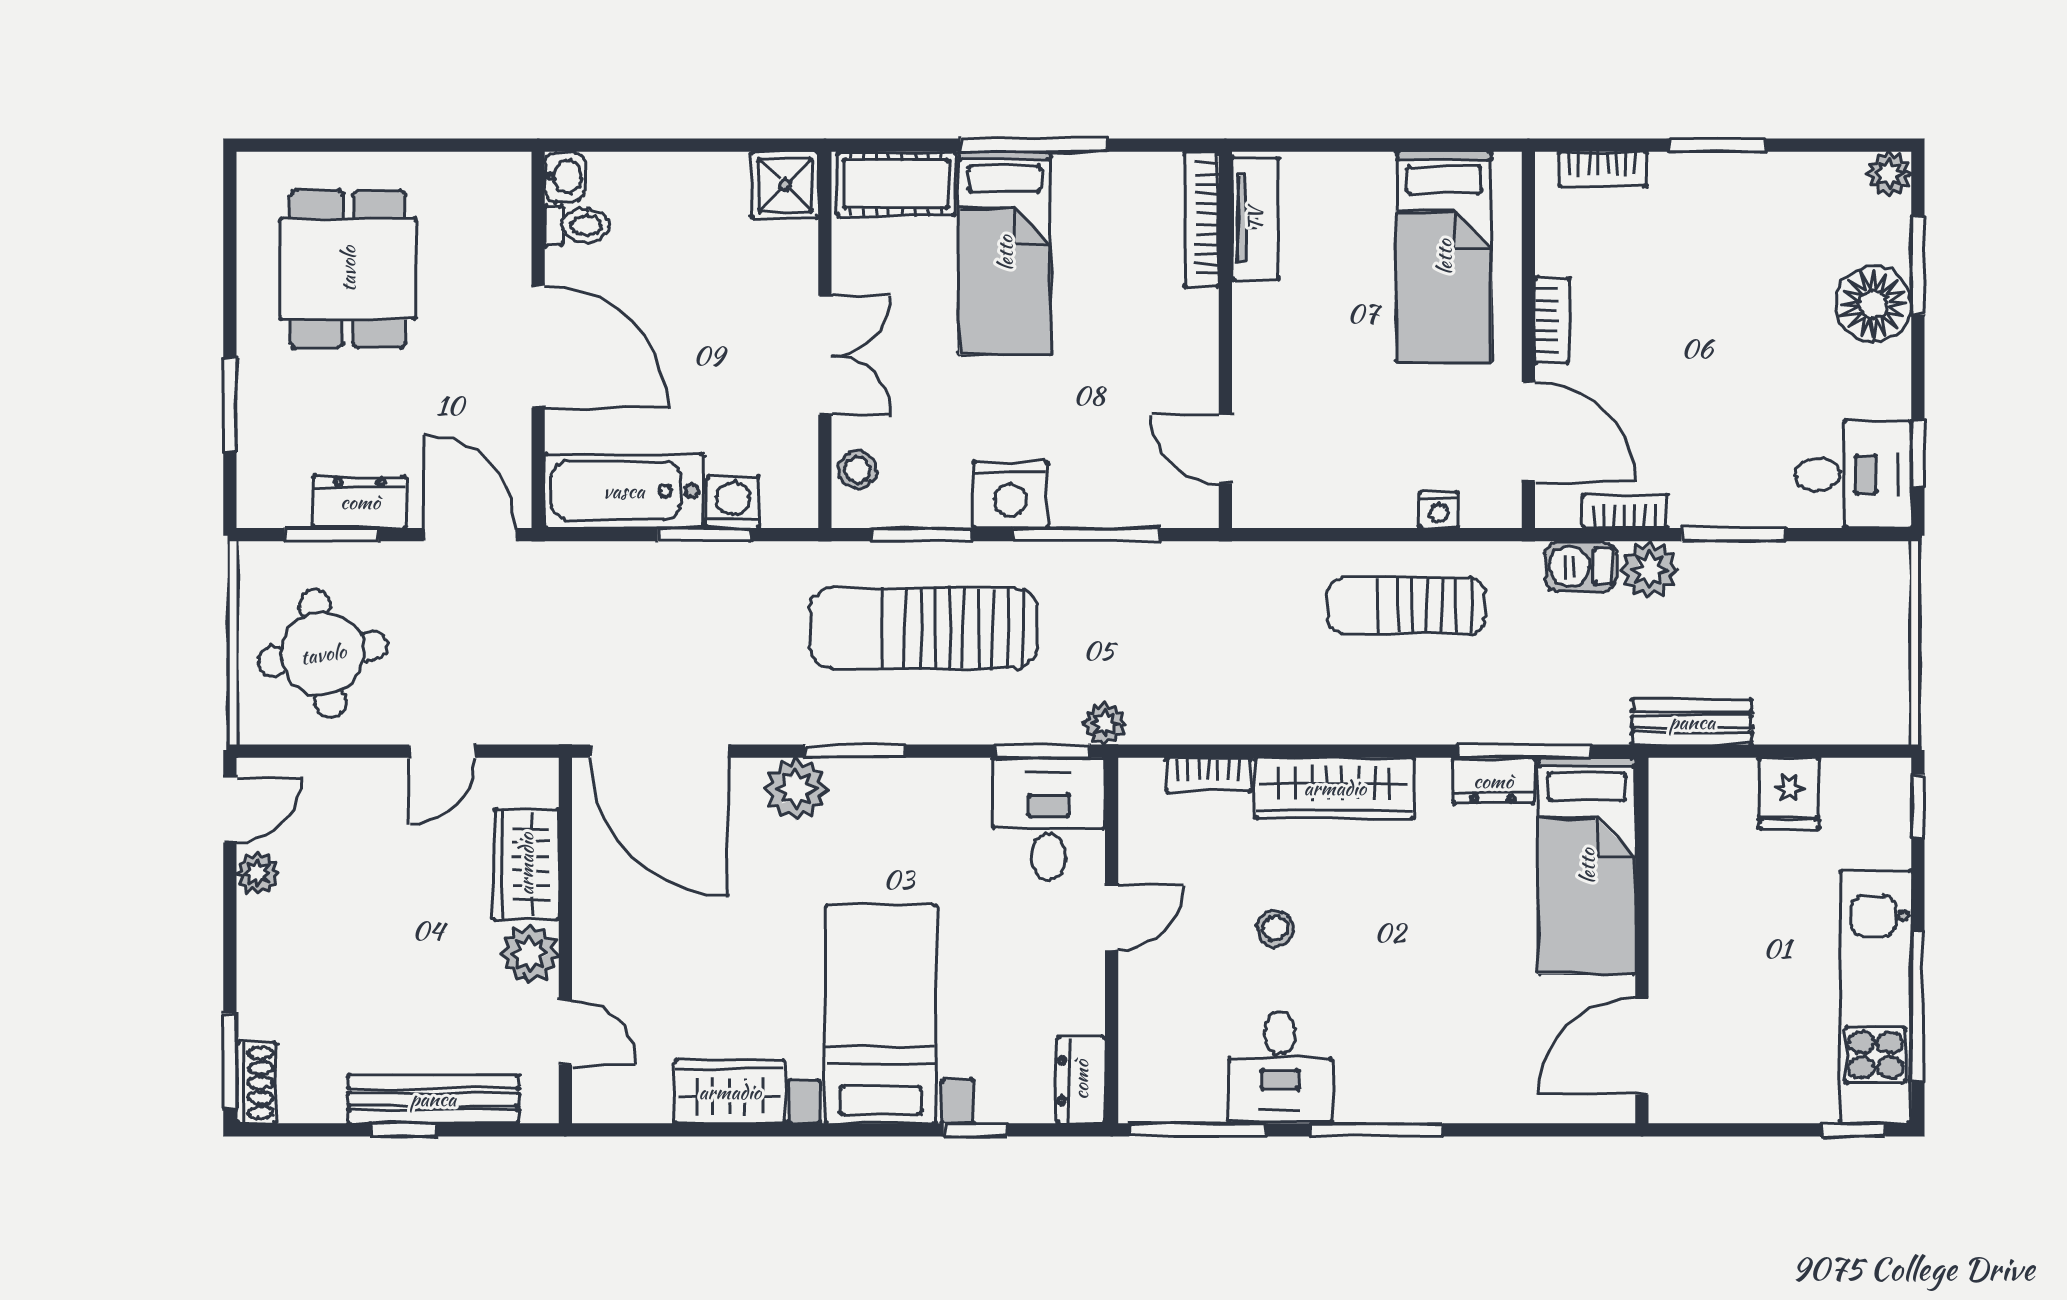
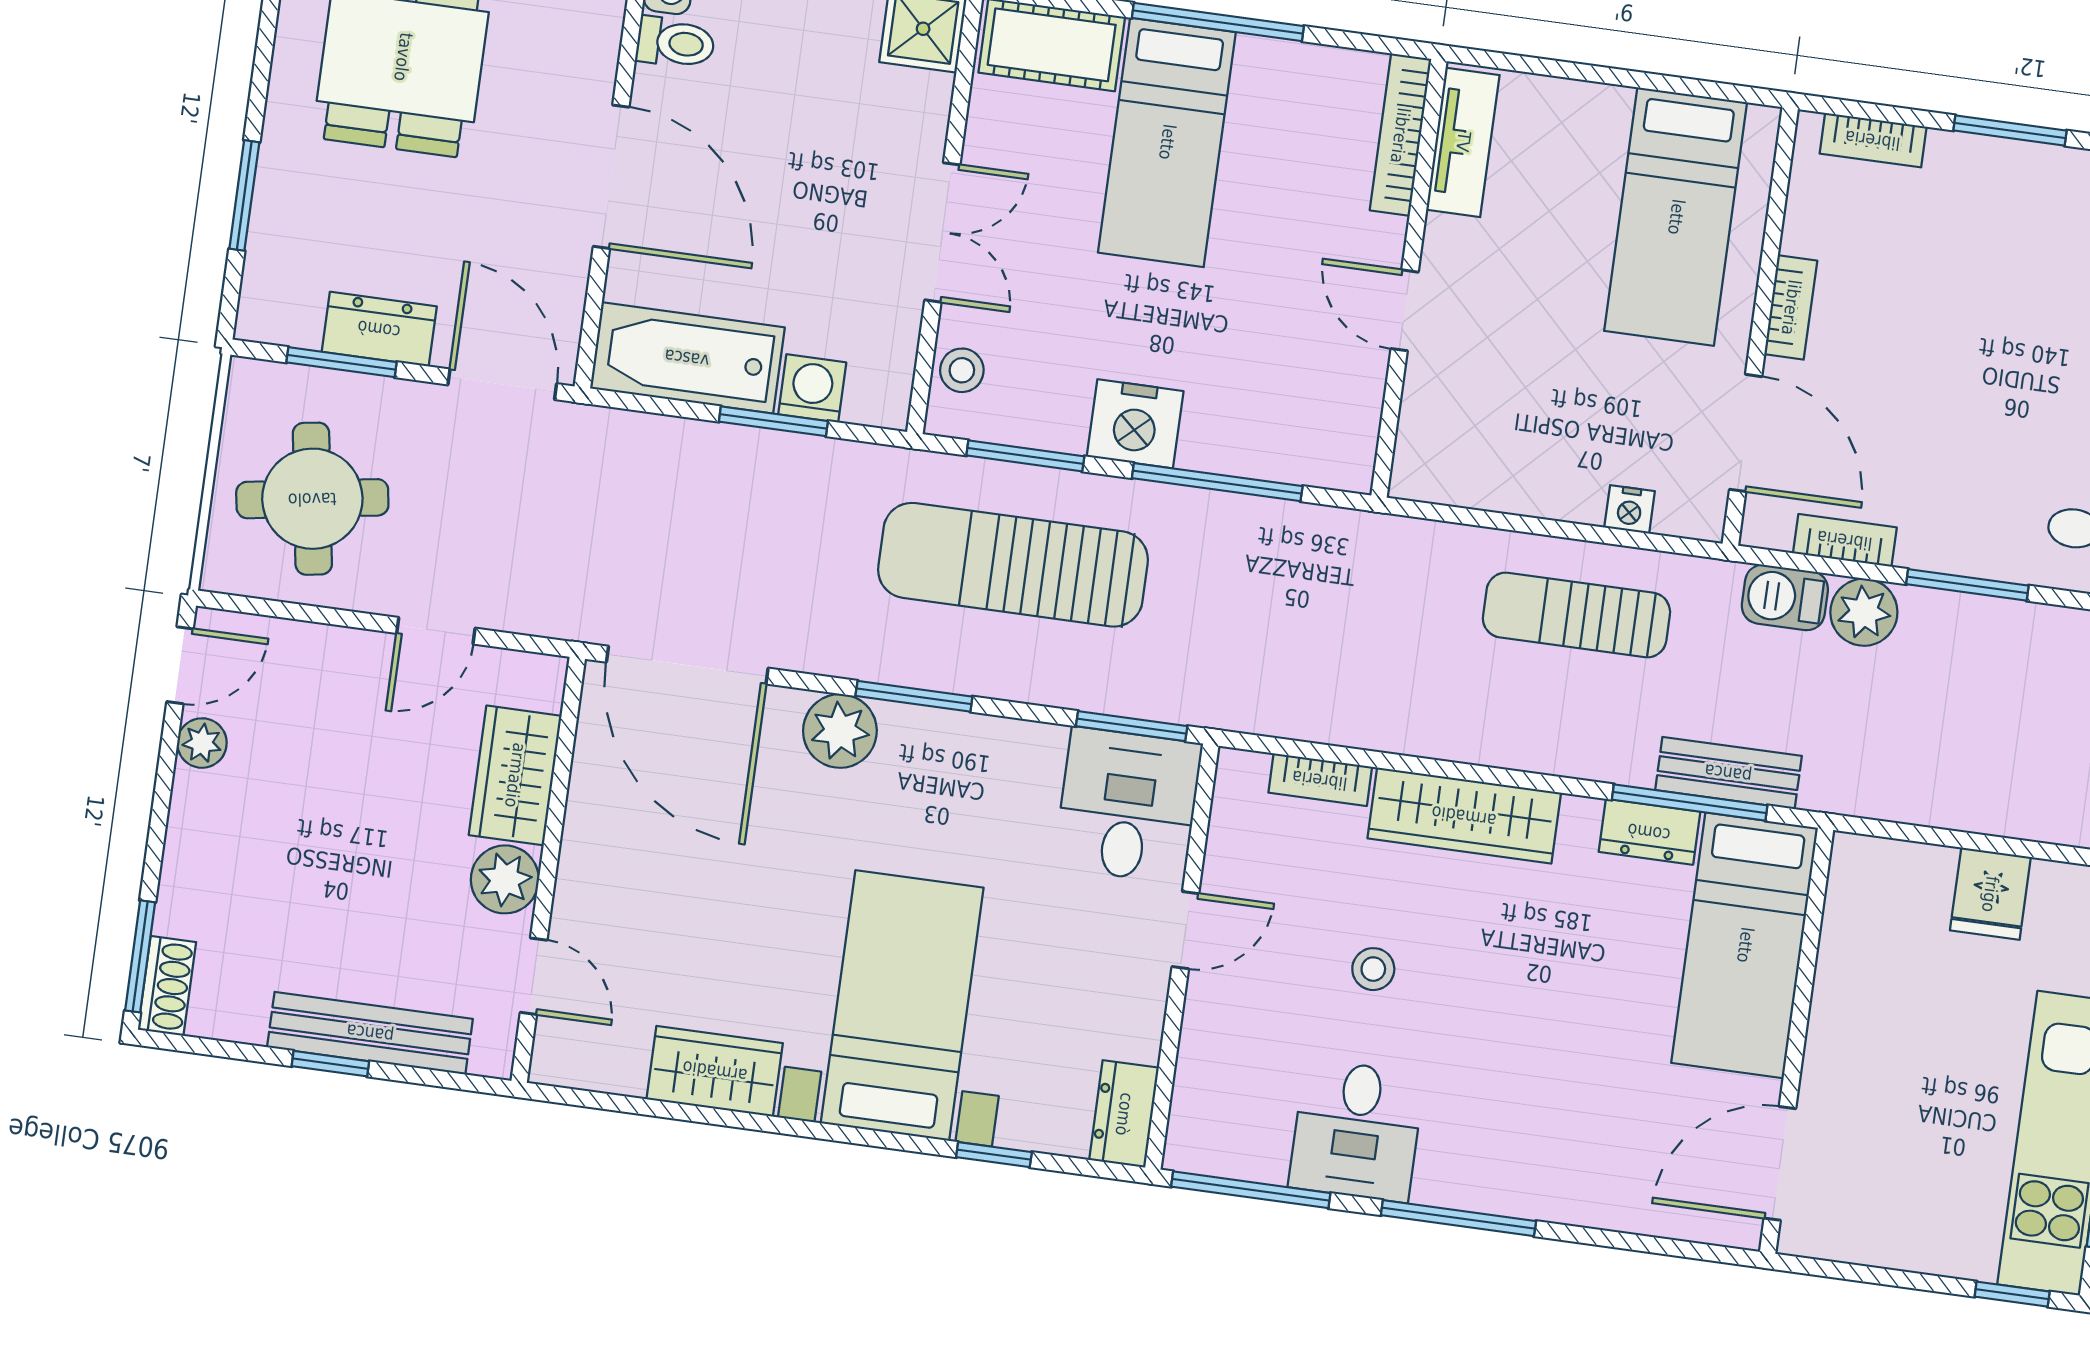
door: (1225, 449) -> (1405, 310), moved
bench: (1692, 722) -> (1728, 773), moved
plant: (1104, 724) -> (1208, 704), removed

